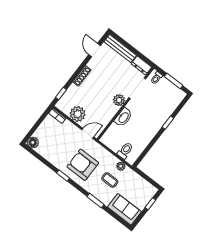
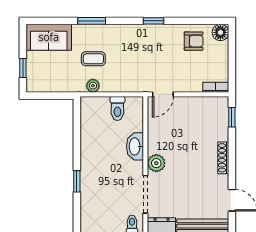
plant: (78, 114) -> (193, 108), removed
toilet: (125, 151) -> (117, 108), moved
armchair: (83, 165) -> (194, 41), moved, width x0.53, depth x0.53

